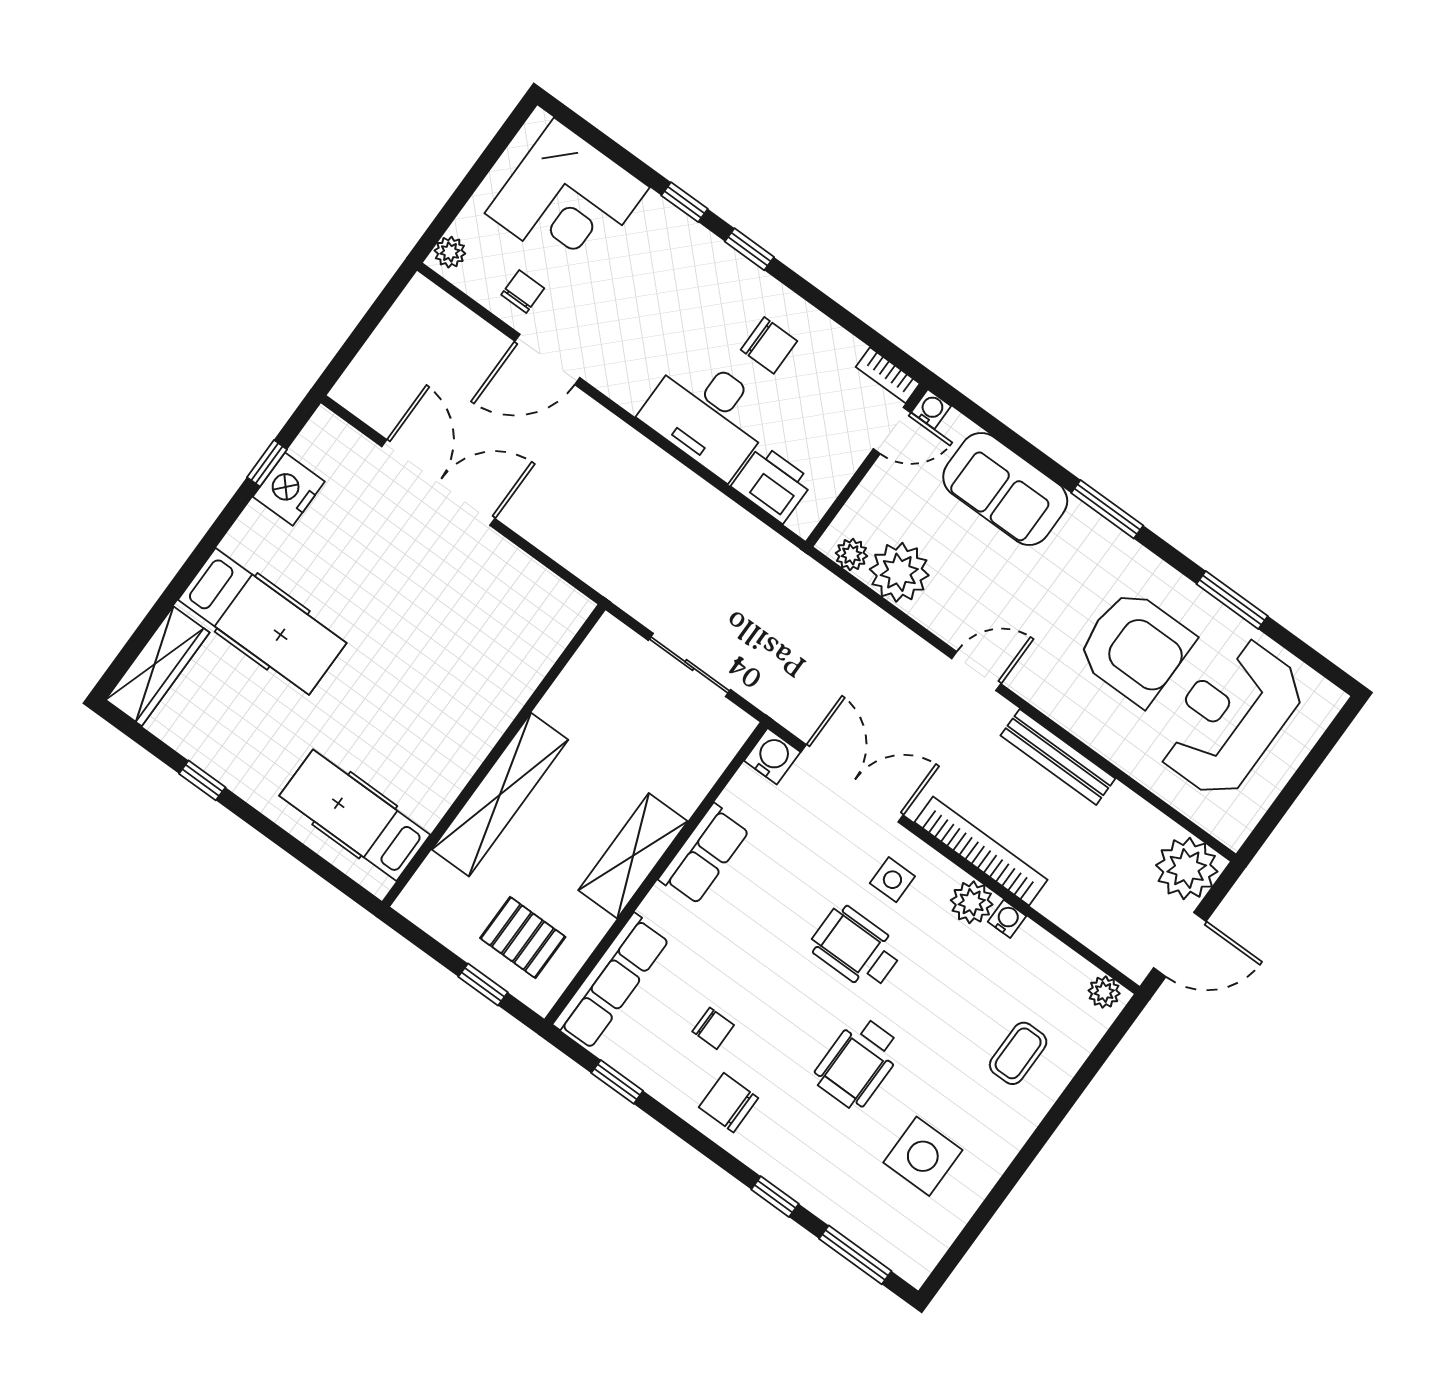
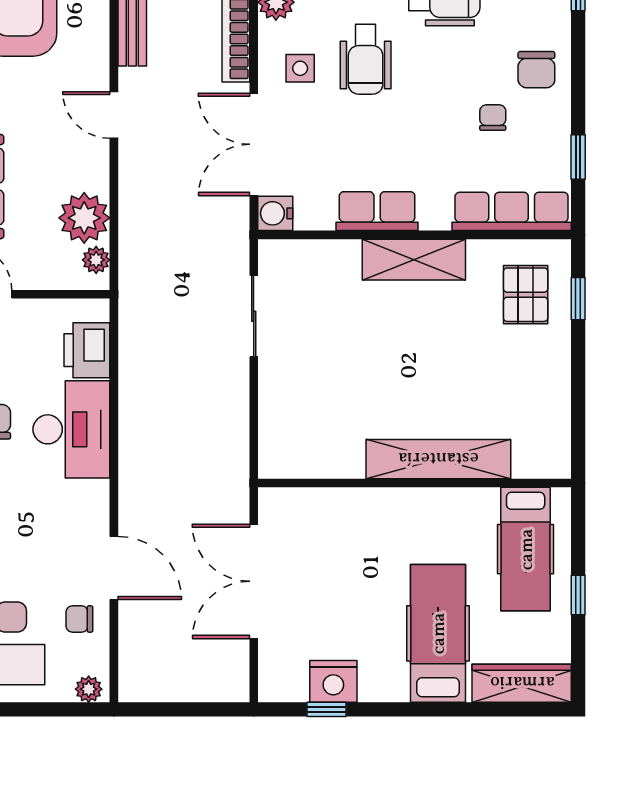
wall: (494, 756) -> (414, 483), moved
shelving: (500, 795) -> (438, 459), moved
hospital bed: (355, 815) -> (526, 549), moved

